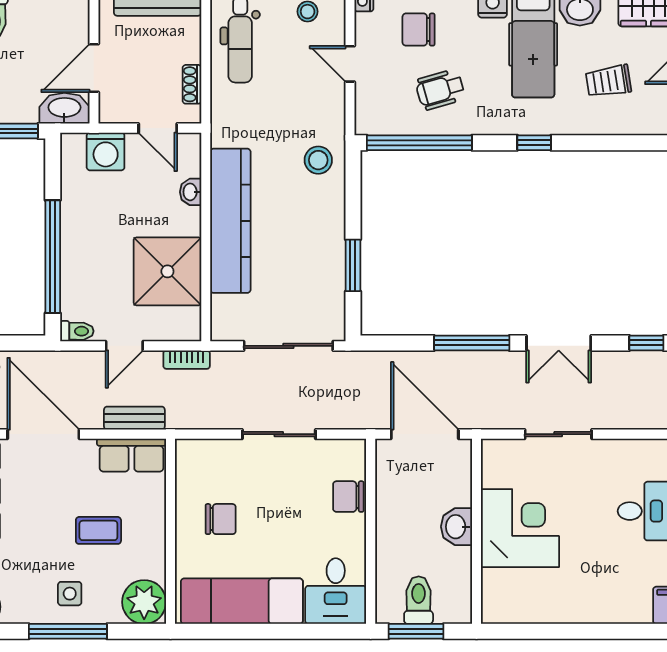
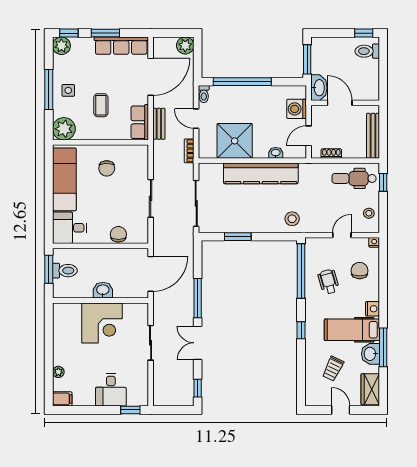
trolley: (608, 81) -> (333, 369), turned -145
plant: (615, 613) -> (58, 372), added

